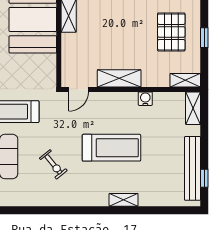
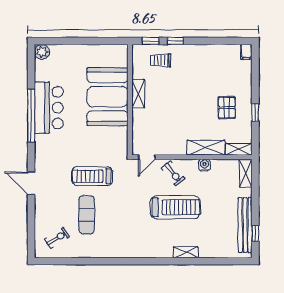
pallet: (171, 32) -> (227, 108), width x0.67, depth x0.71
shelving: (119, 78) -> (206, 148), moved
exercise bike: (53, 164) -> (173, 173), moved

